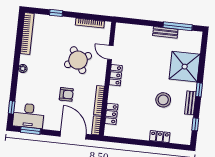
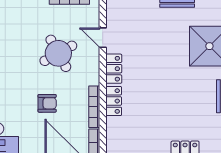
stool: (163, 100) -> (184, 96), removed
locker: (111, 114) -> (114, 101), moved

